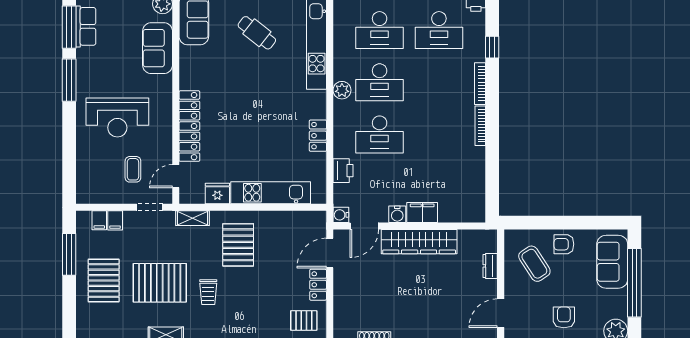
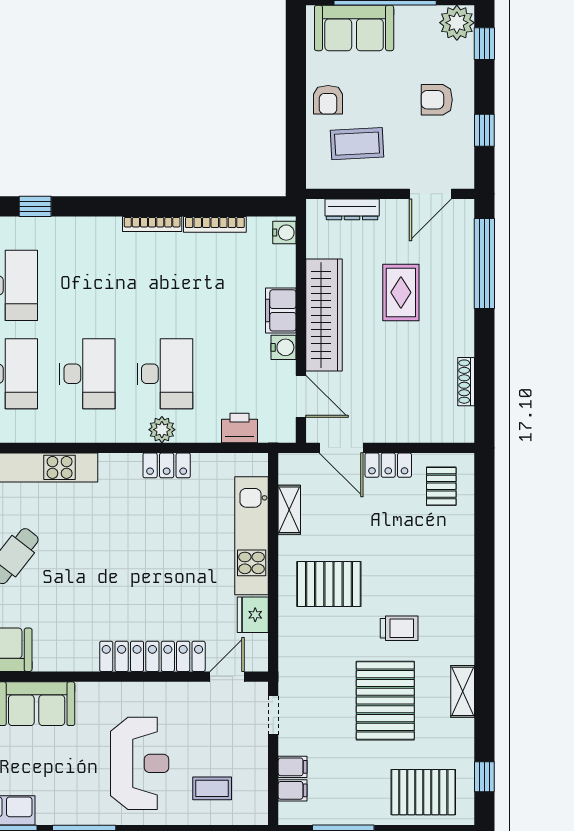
bookcase: (480, 84) -> (215, 224), moved
plant: (342, 90) -> (162, 430), moved
coffee table: (133, 169) -> (212, 788), moved
printer: (343, 171) -> (239, 428), moved
door: (176, 176) -> (227, 677), swing flipped
water cooler: (341, 215) -> (284, 233), moved, turned -90
shelving: (192, 218) -> (289, 510), moved
coffee table: (534, 264) -> (357, 144), turned 30
dresser: (490, 266) -> (352, 209), width x1.44
pallet: (104, 280) -> (423, 792), moved
rug: (434, 293) -> (401, 292), added
door: (501, 313) -> (430, 194), hinge flipped

